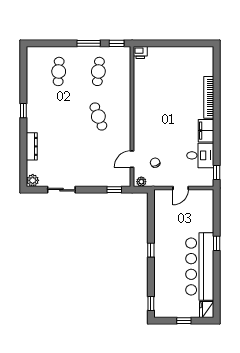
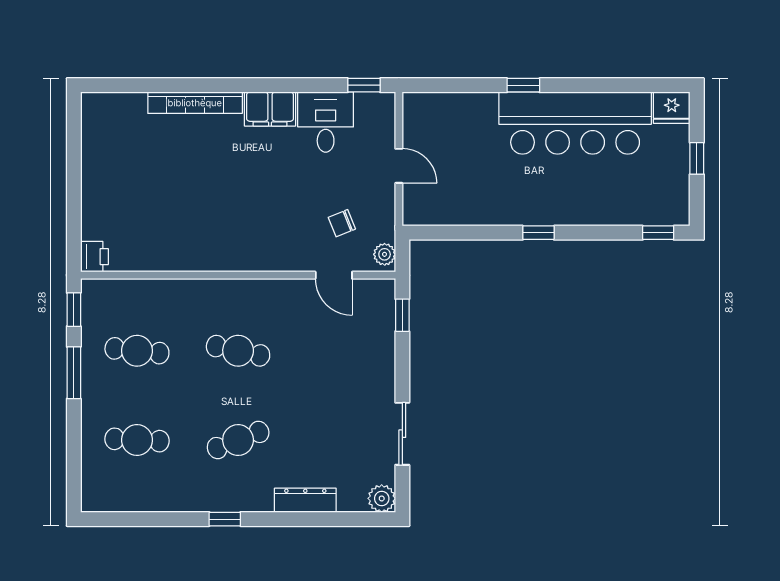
cafe table: (59, 116) -> (238, 440), added
cafe table: (98, 116) -> (238, 351), turned 33

